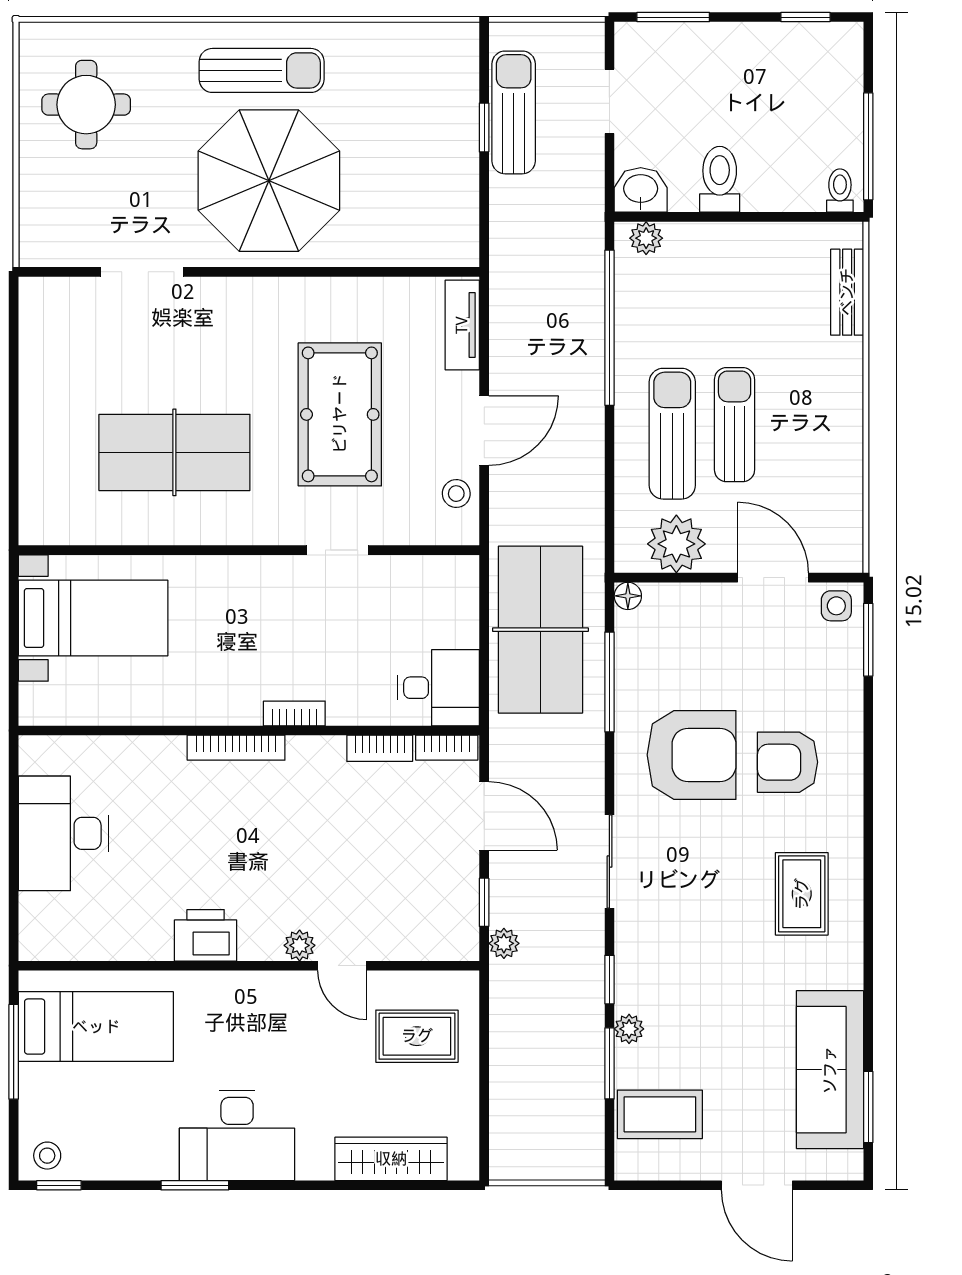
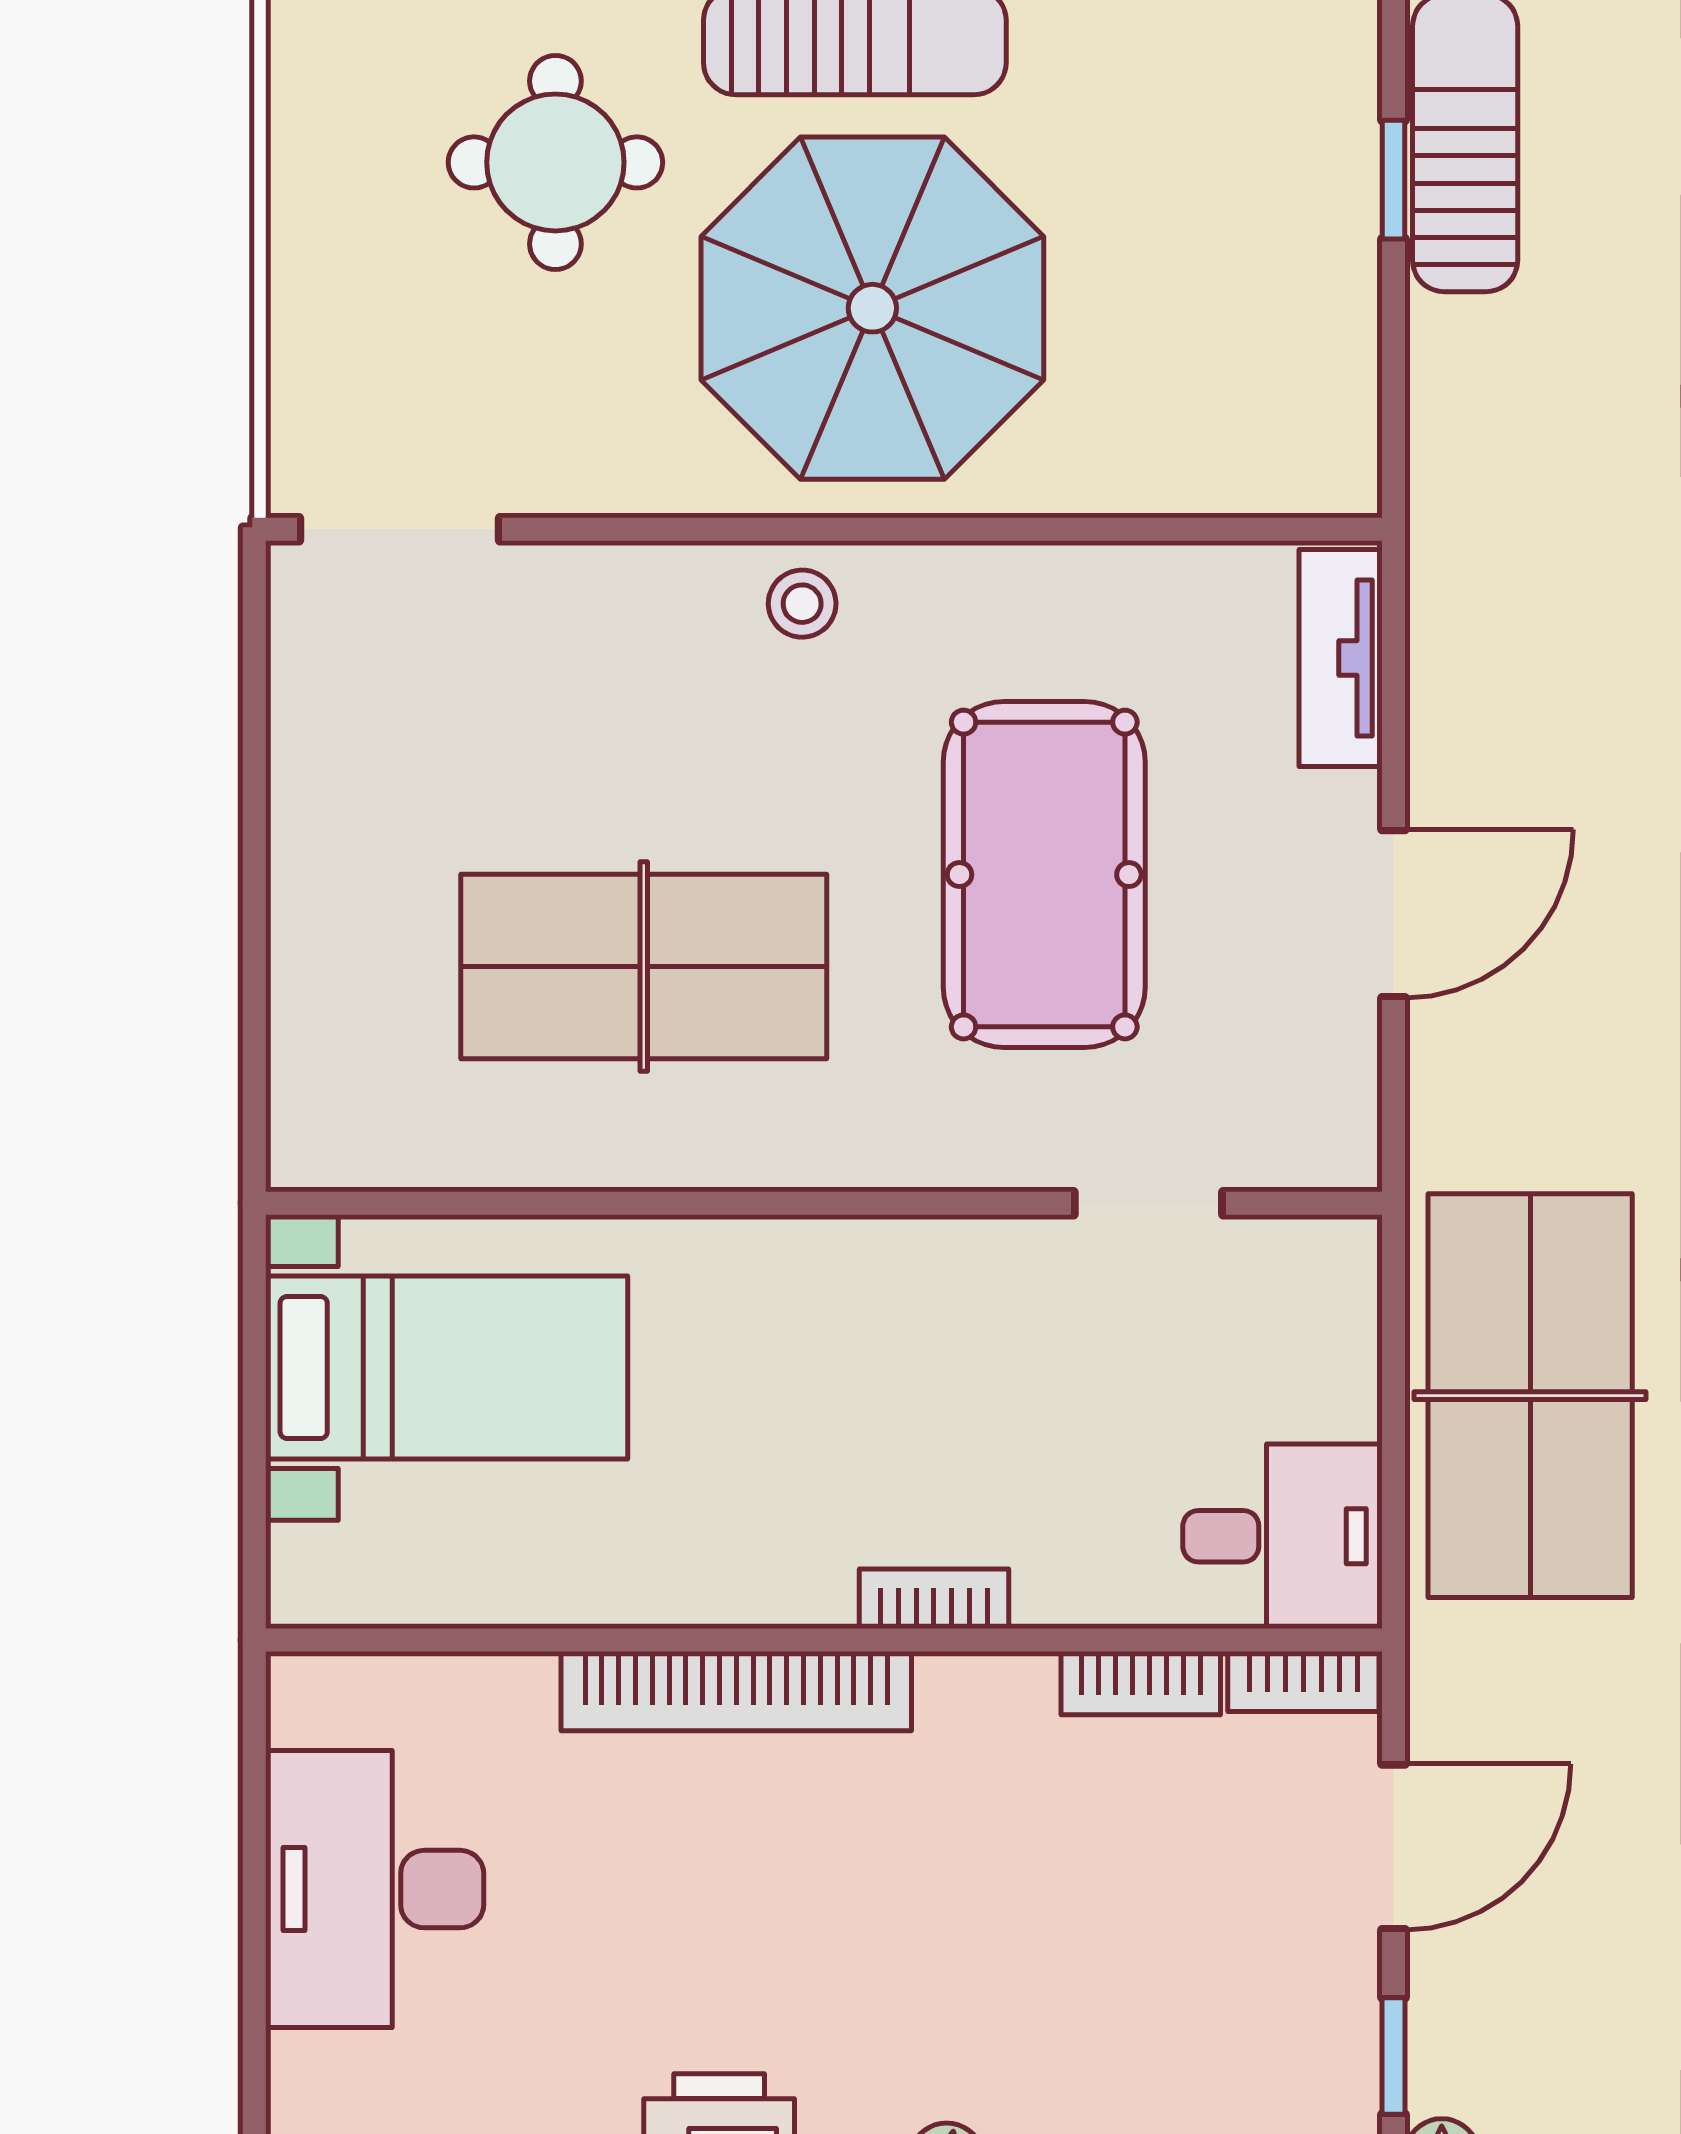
round table: (86, 105) -> (555, 162), moved
doorway: (142, 272) -> (400, 529), moved
stool: (456, 494) -> (802, 604), moved
doorway: (338, 550) -> (1148, 1203), moved
bookcase: (236, 748) -> (736, 1691), width x1.48, depth x1.31
door: (484, 816) -> (1394, 1847), hinge flipped

